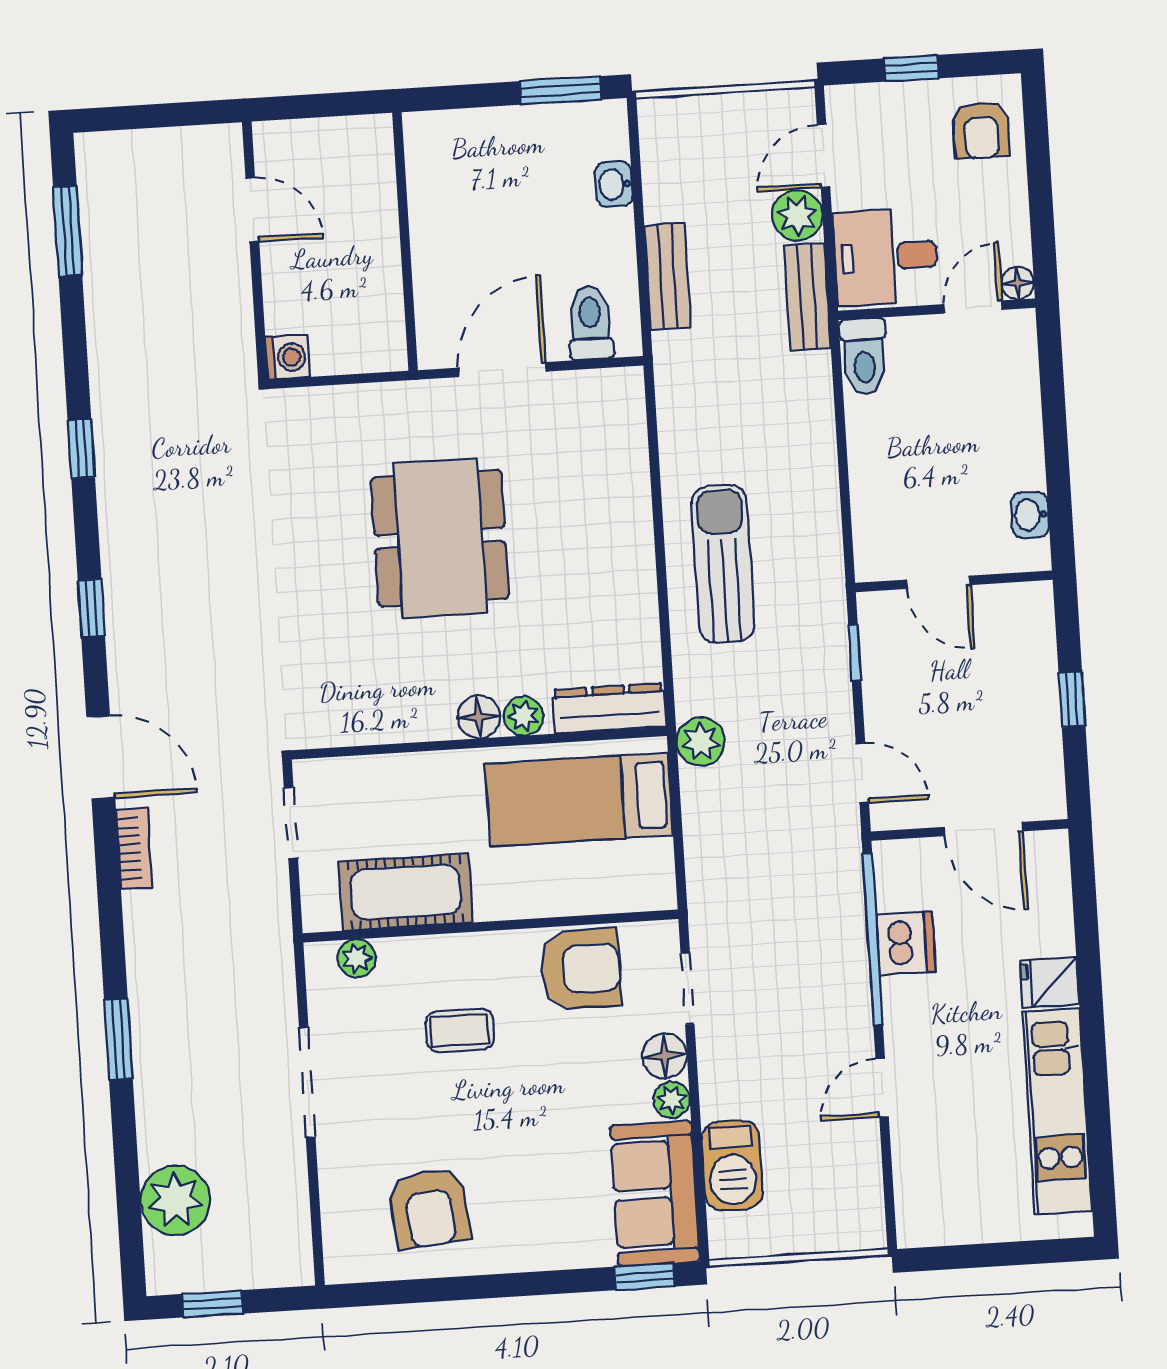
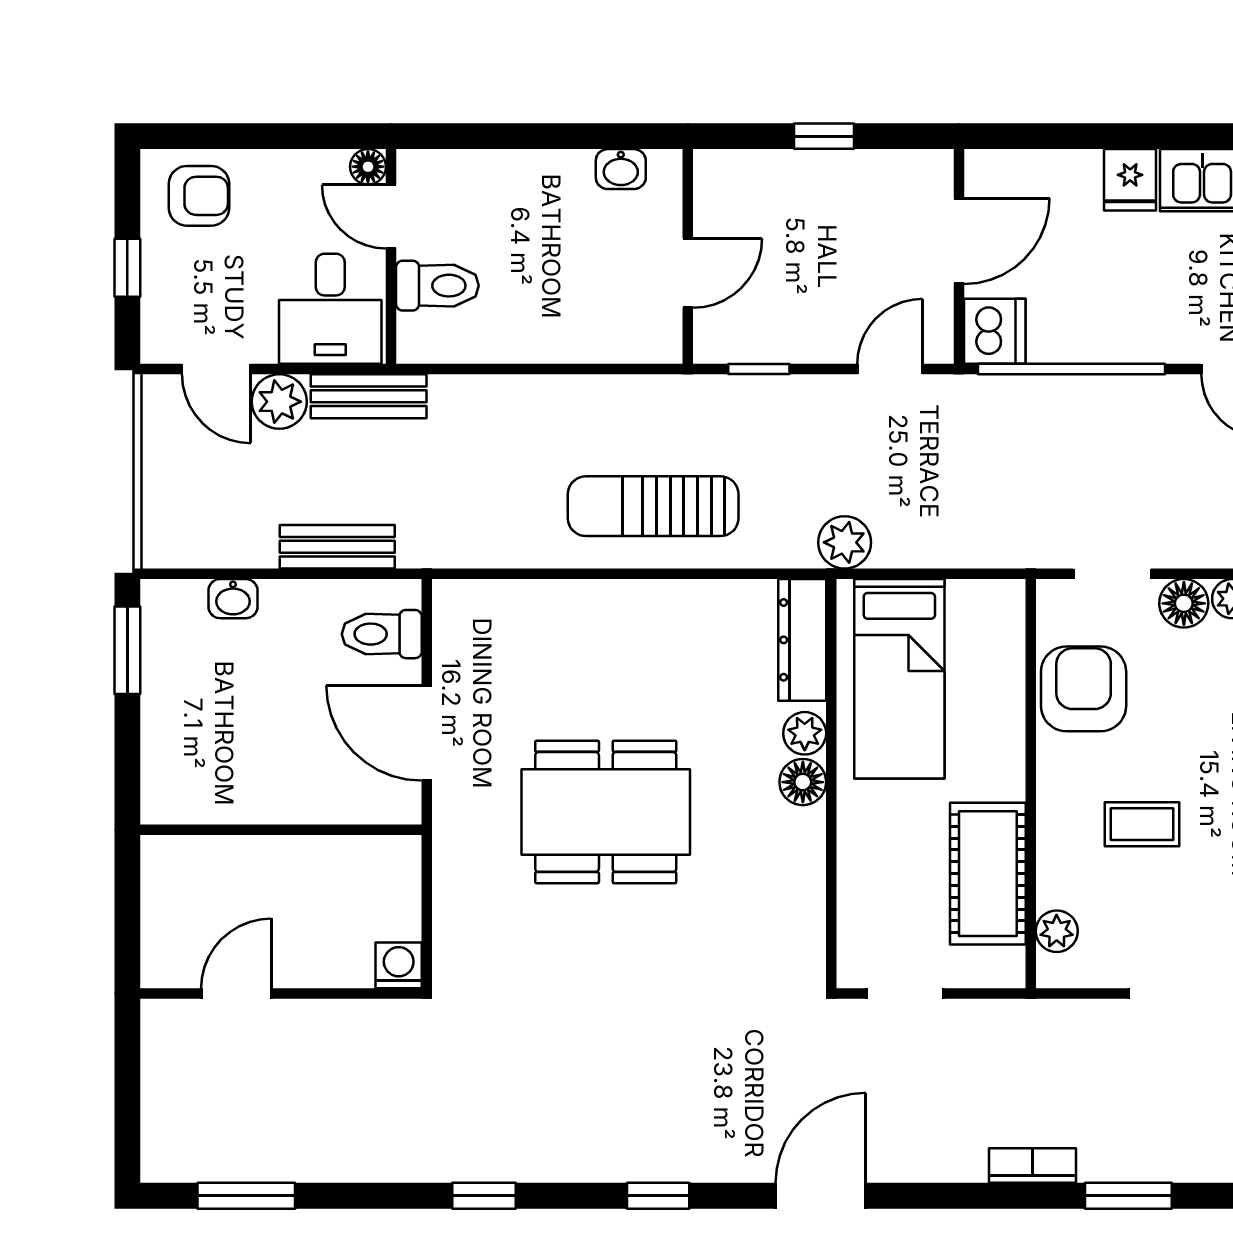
toilet: (864, 357) -> (437, 286), moved
bookcase: (134, 849) -> (1032, 1166), moved
dishwasher: (906, 943) -> (995, 331), moved, turned 90
coffee table: (460, 1030) -> (1142, 824), turned 90

